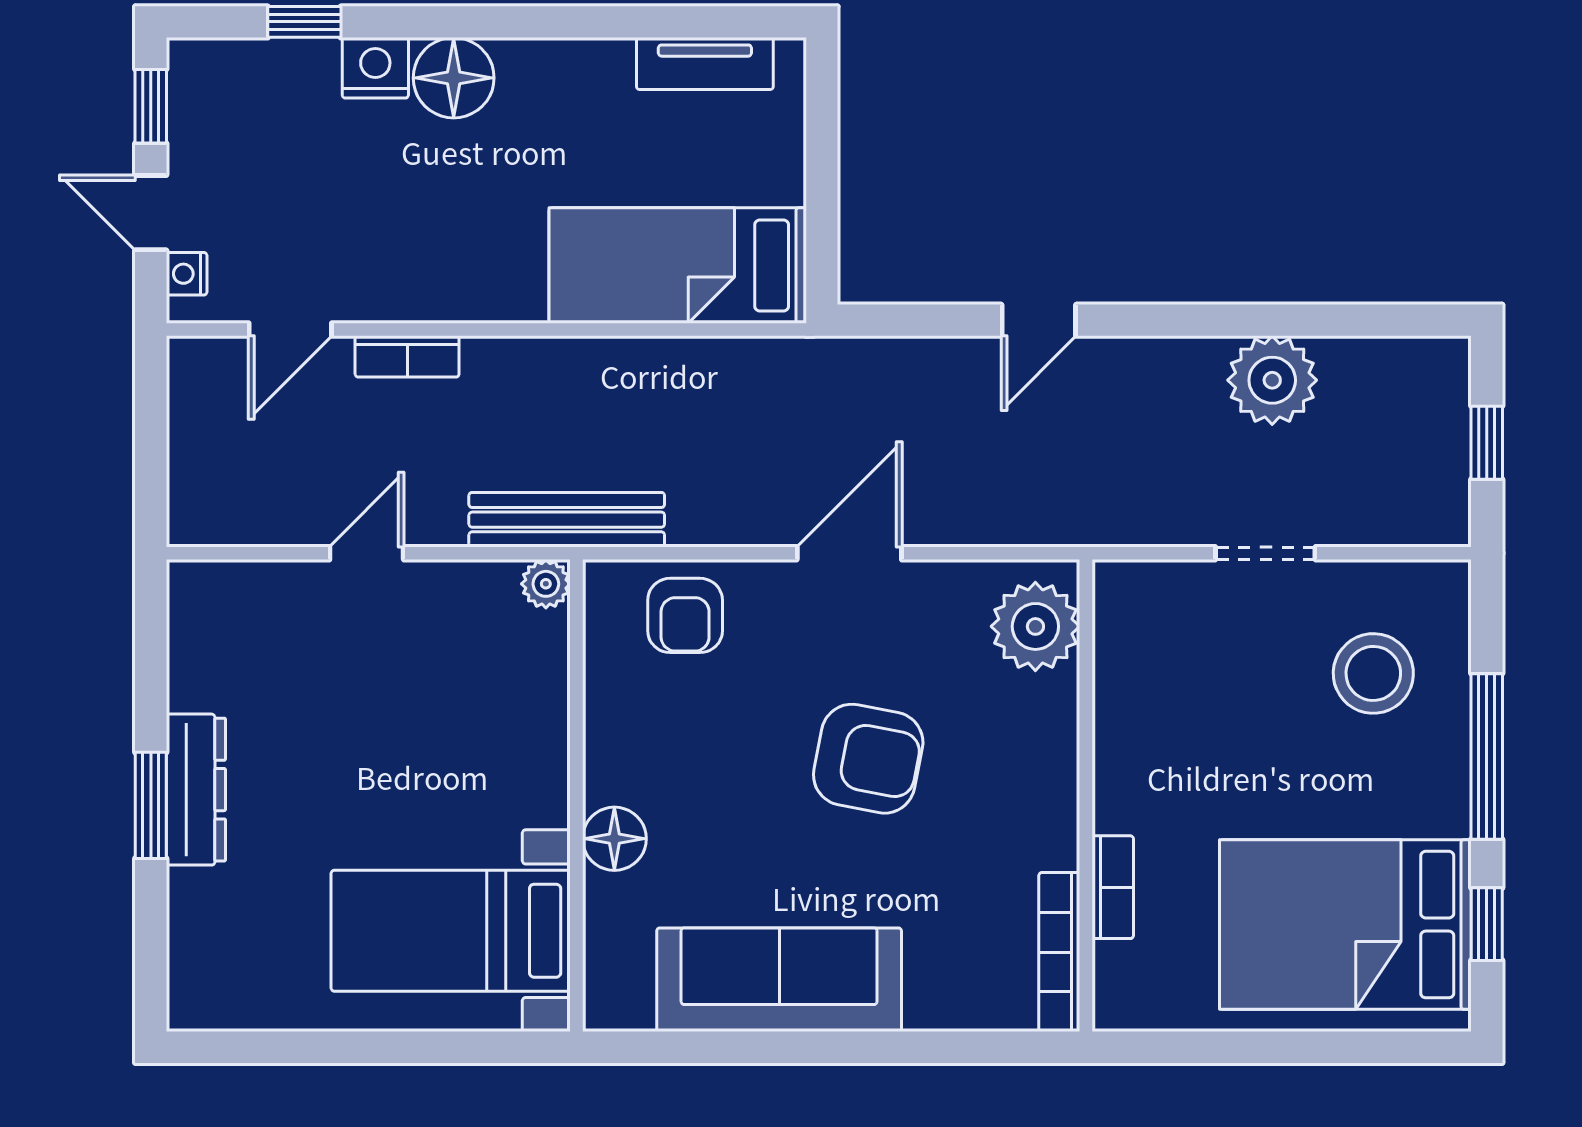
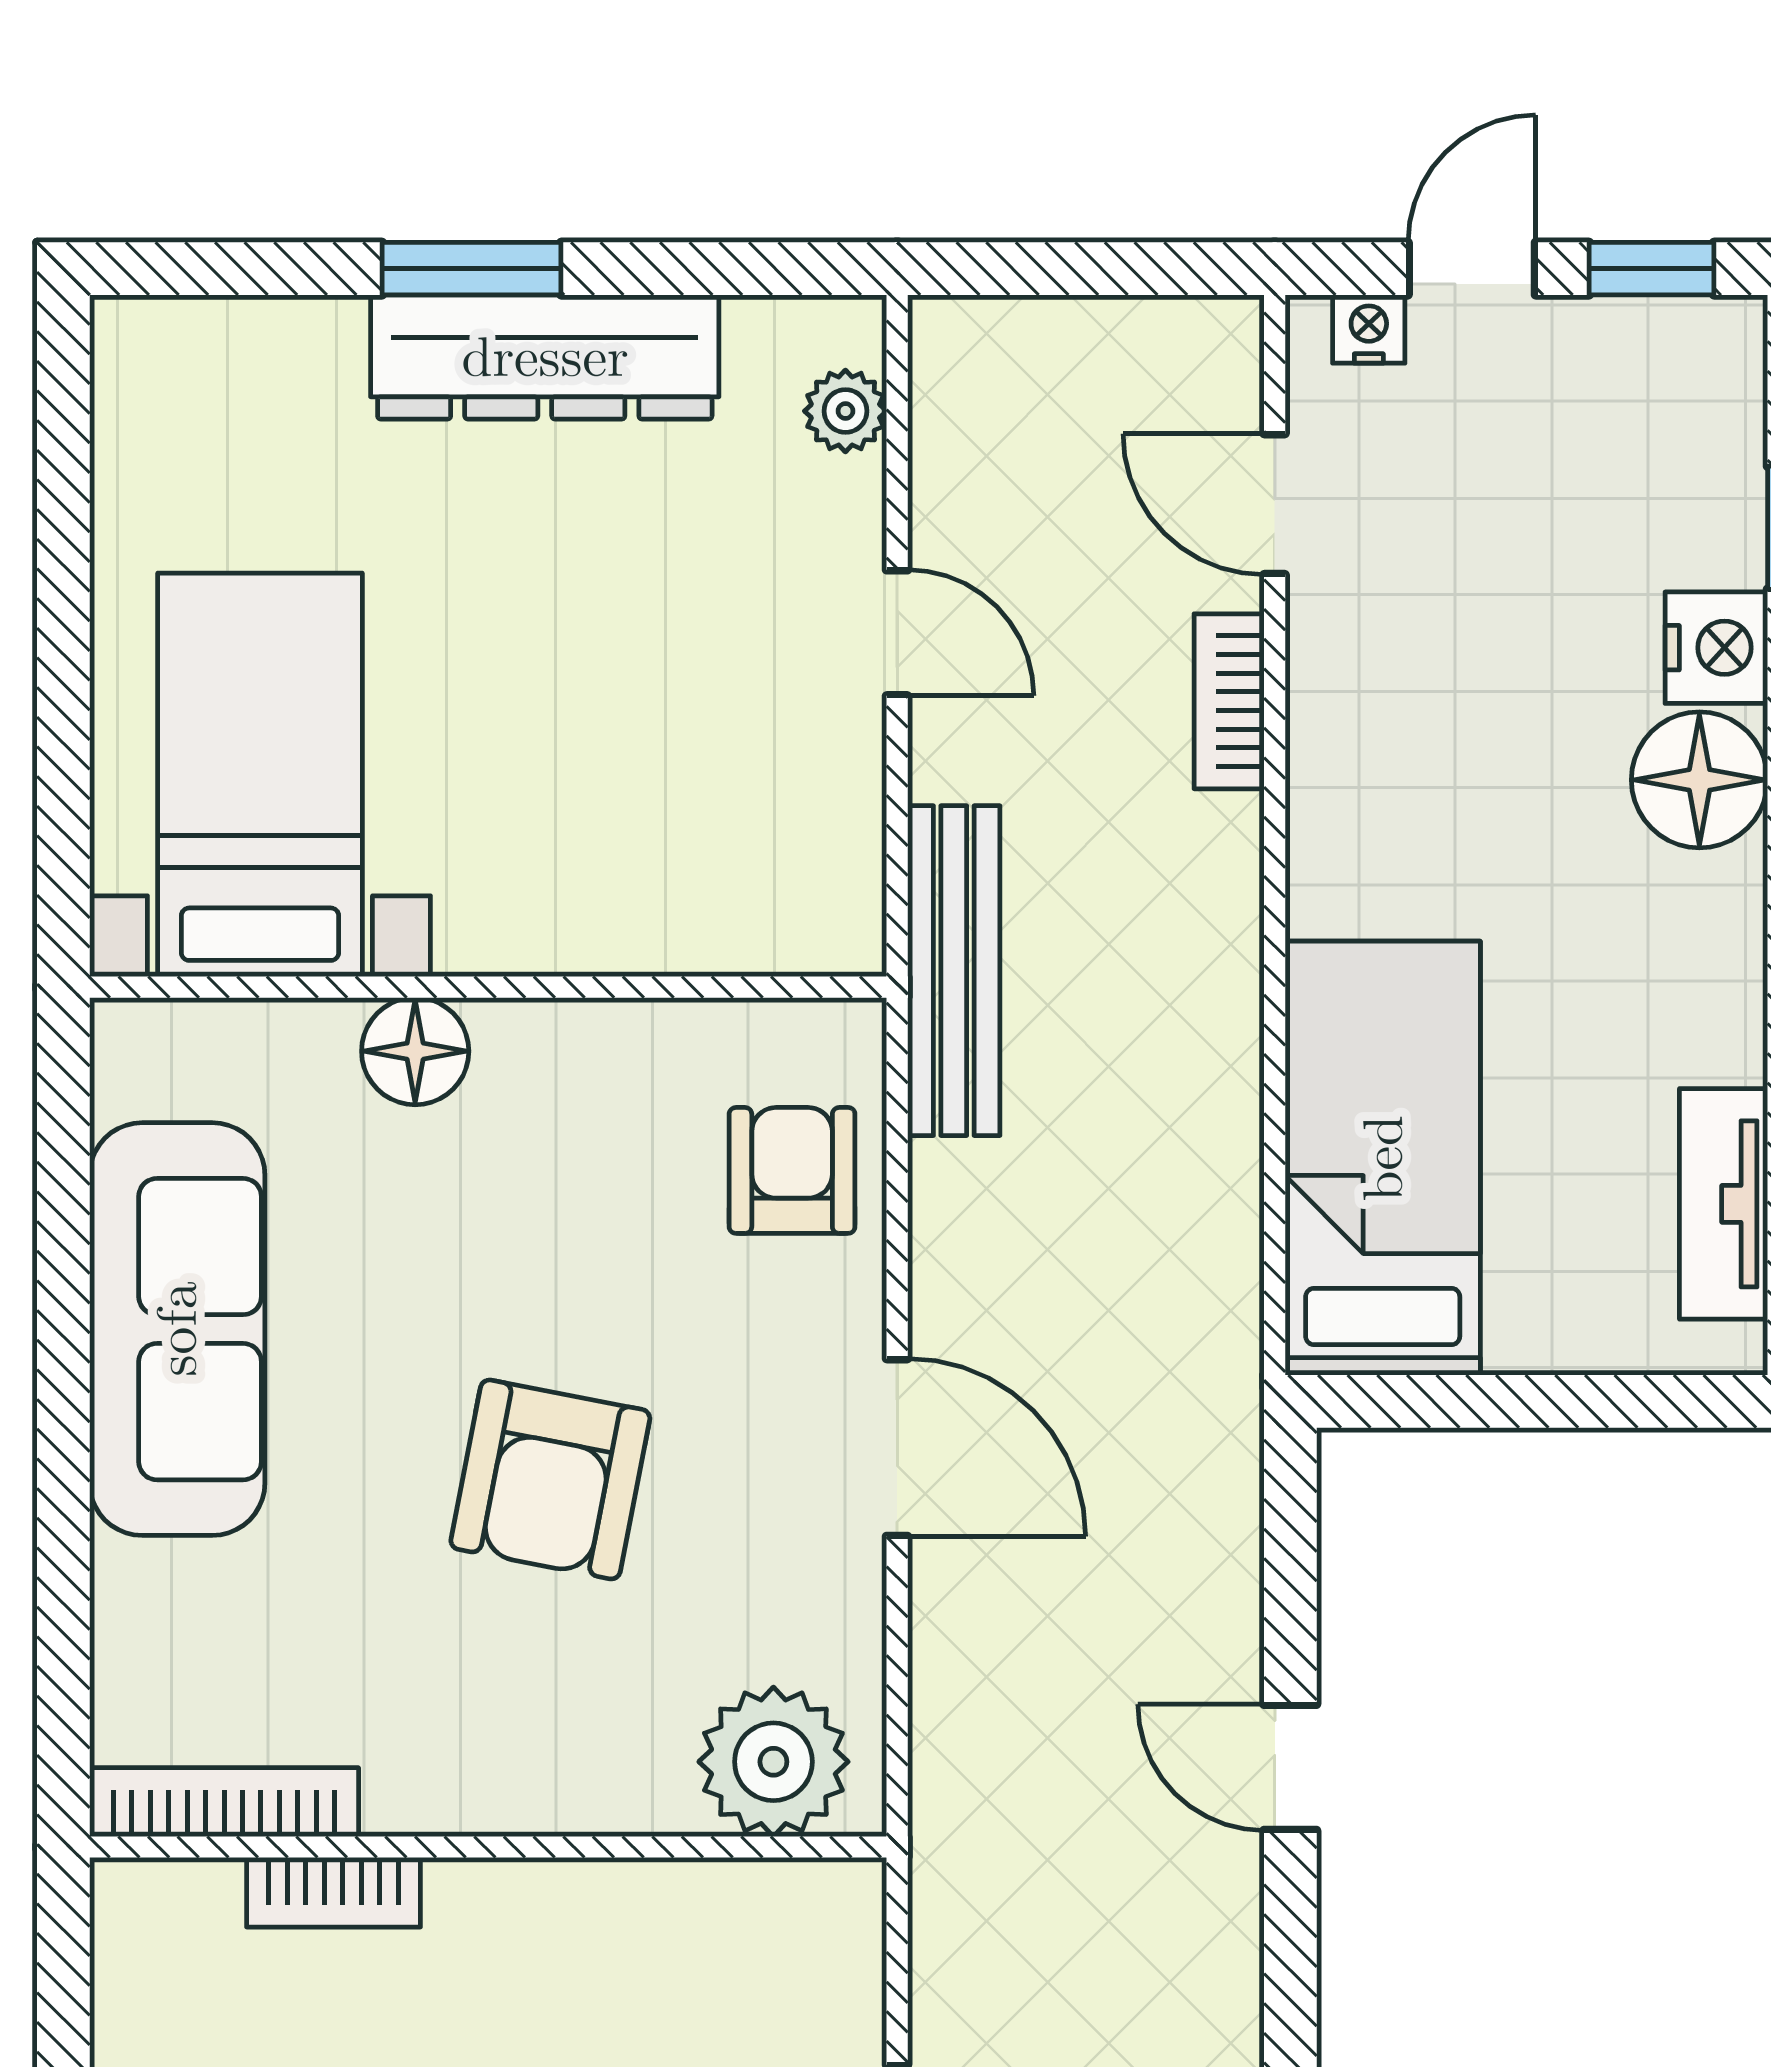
plant: (546, 584) -> (845, 411), moved
armchair: (685, 615) -> (792, 1170), turned 90
dresser: (196, 790) -> (545, 357), width x1.37, depth x1.24

